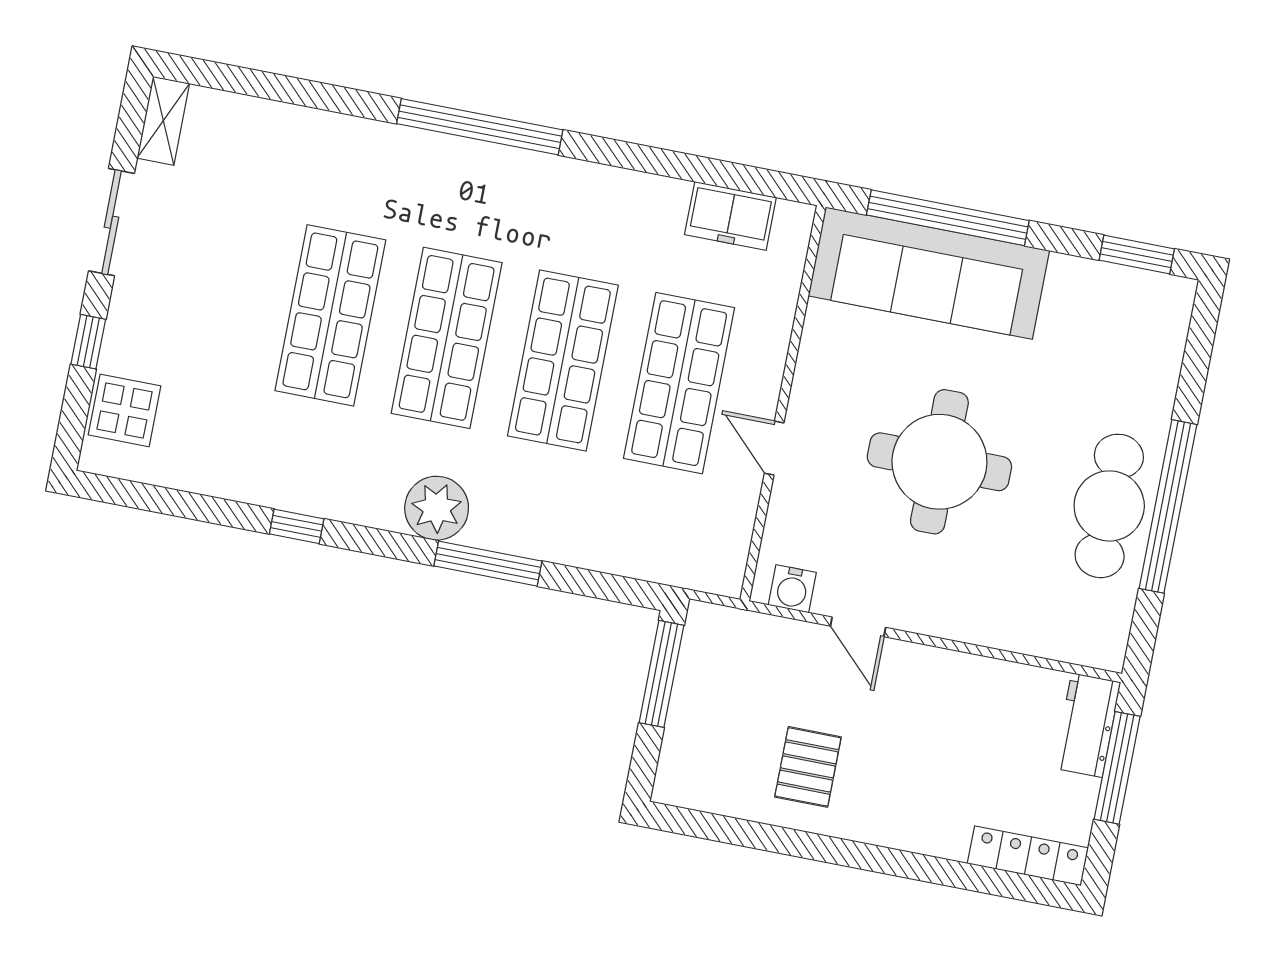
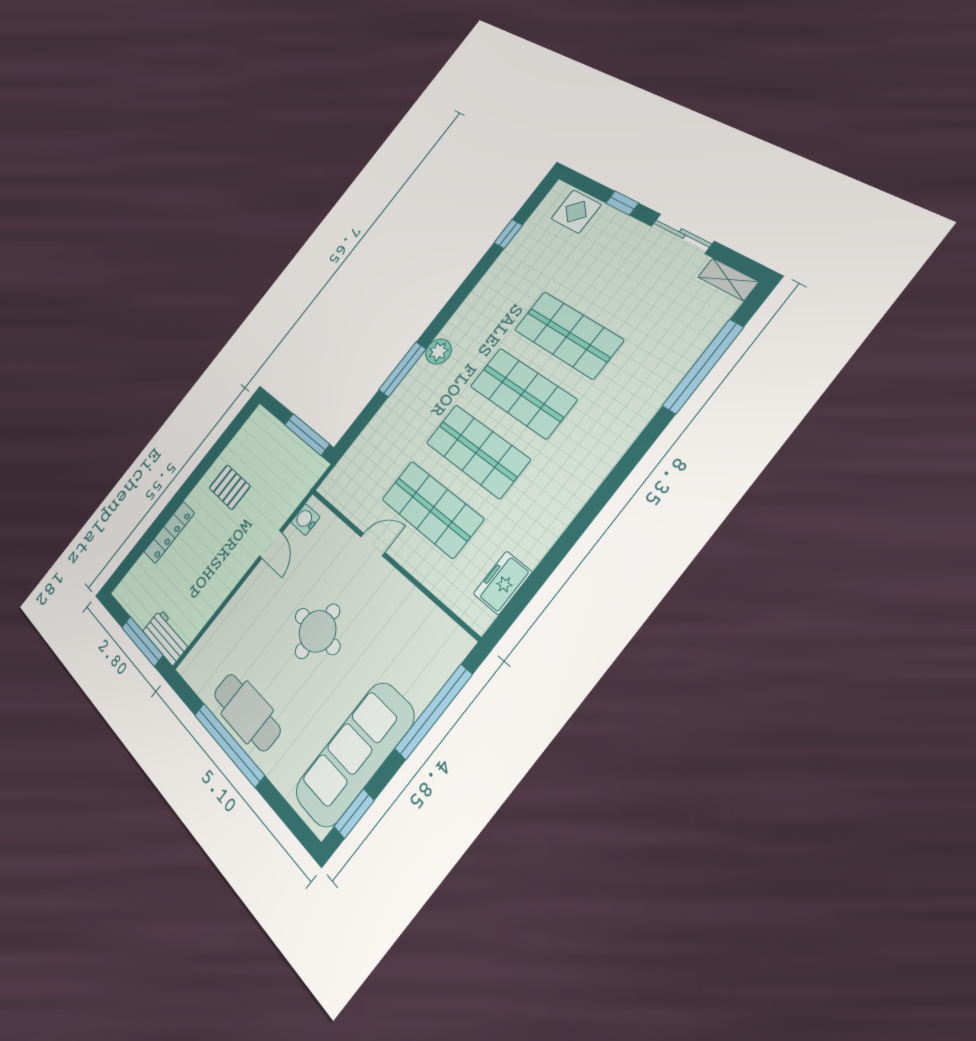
window: (480, 127) -> (703, 367), moved
sofa: (929, 273) -> (355, 754), moved
round table: (939, 462) -> (317, 631), width x0.73, depth x0.73
plant: (437, 508) -> (438, 351), width x0.73, depth x0.73
window: (297, 526) -> (508, 234), moved
door: (858, 627) -> (271, 544), swing flipped
locker: (1028, 856) -> (169, 532), moved

